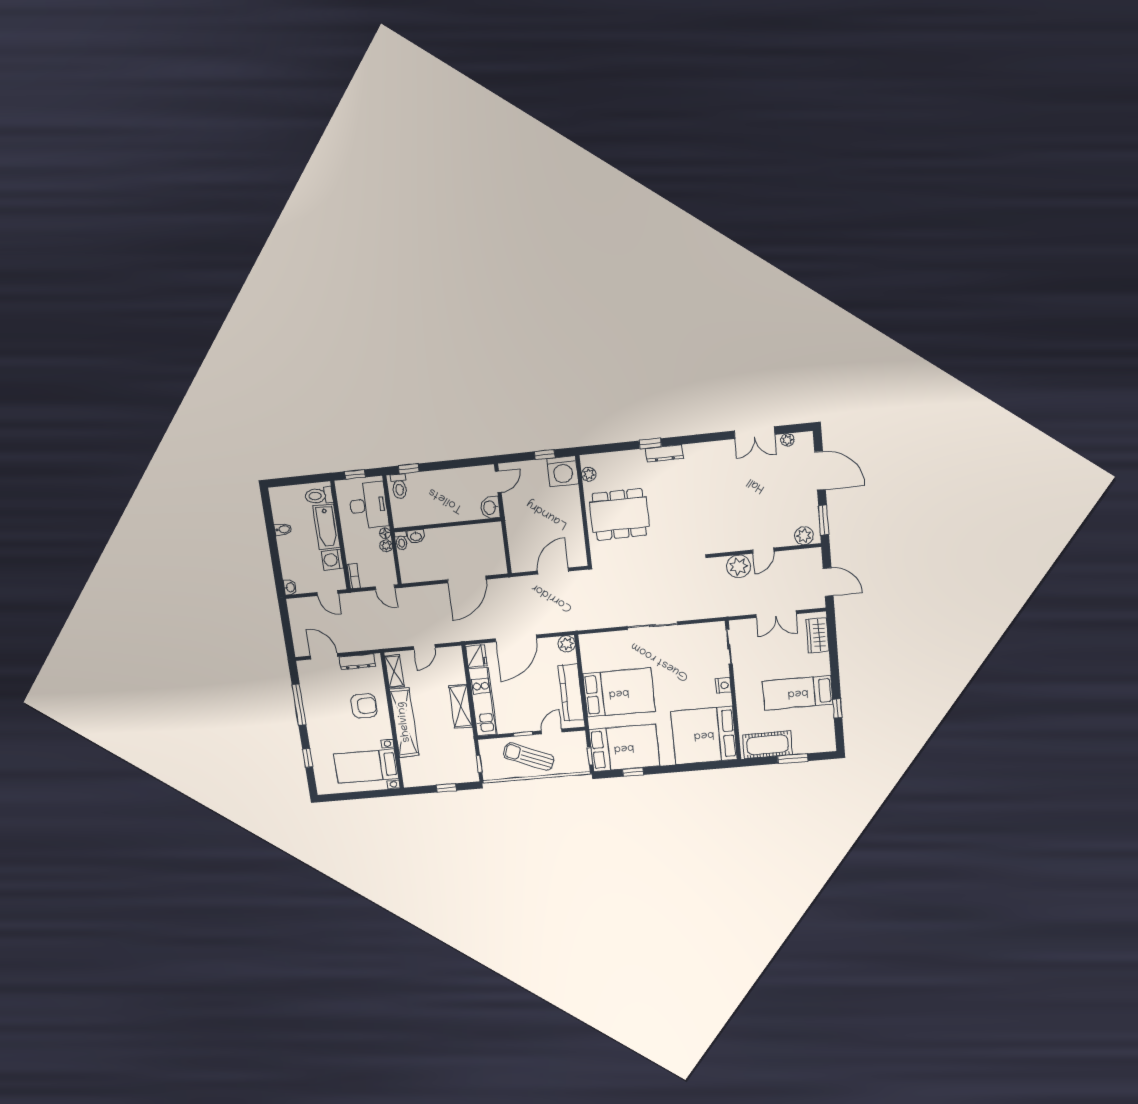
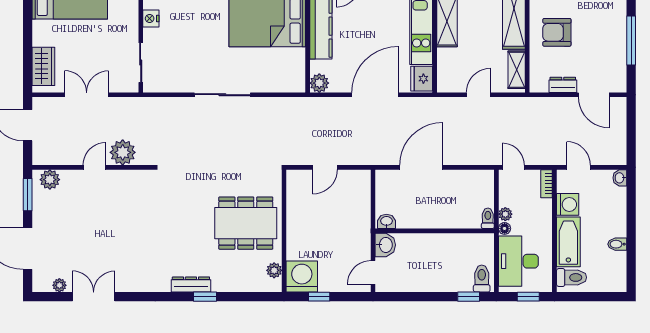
washbasin: (416, 536) -> (386, 221), moved
door: (553, 571) -> (325, 167), width x0.73
dresser: (357, 662) -> (563, 85), width x0.70

